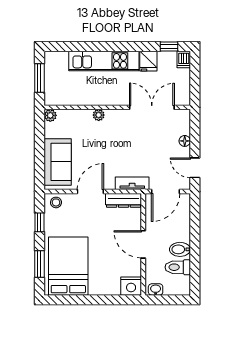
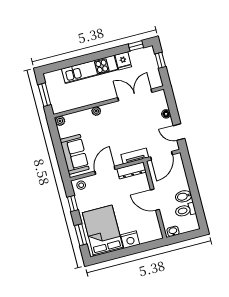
dishwasher: (184, 59) -> (149, 53), removed
window: (195, 72) -> (160, 60), added
nightstand: (131, 286) -> (130, 240), moved

